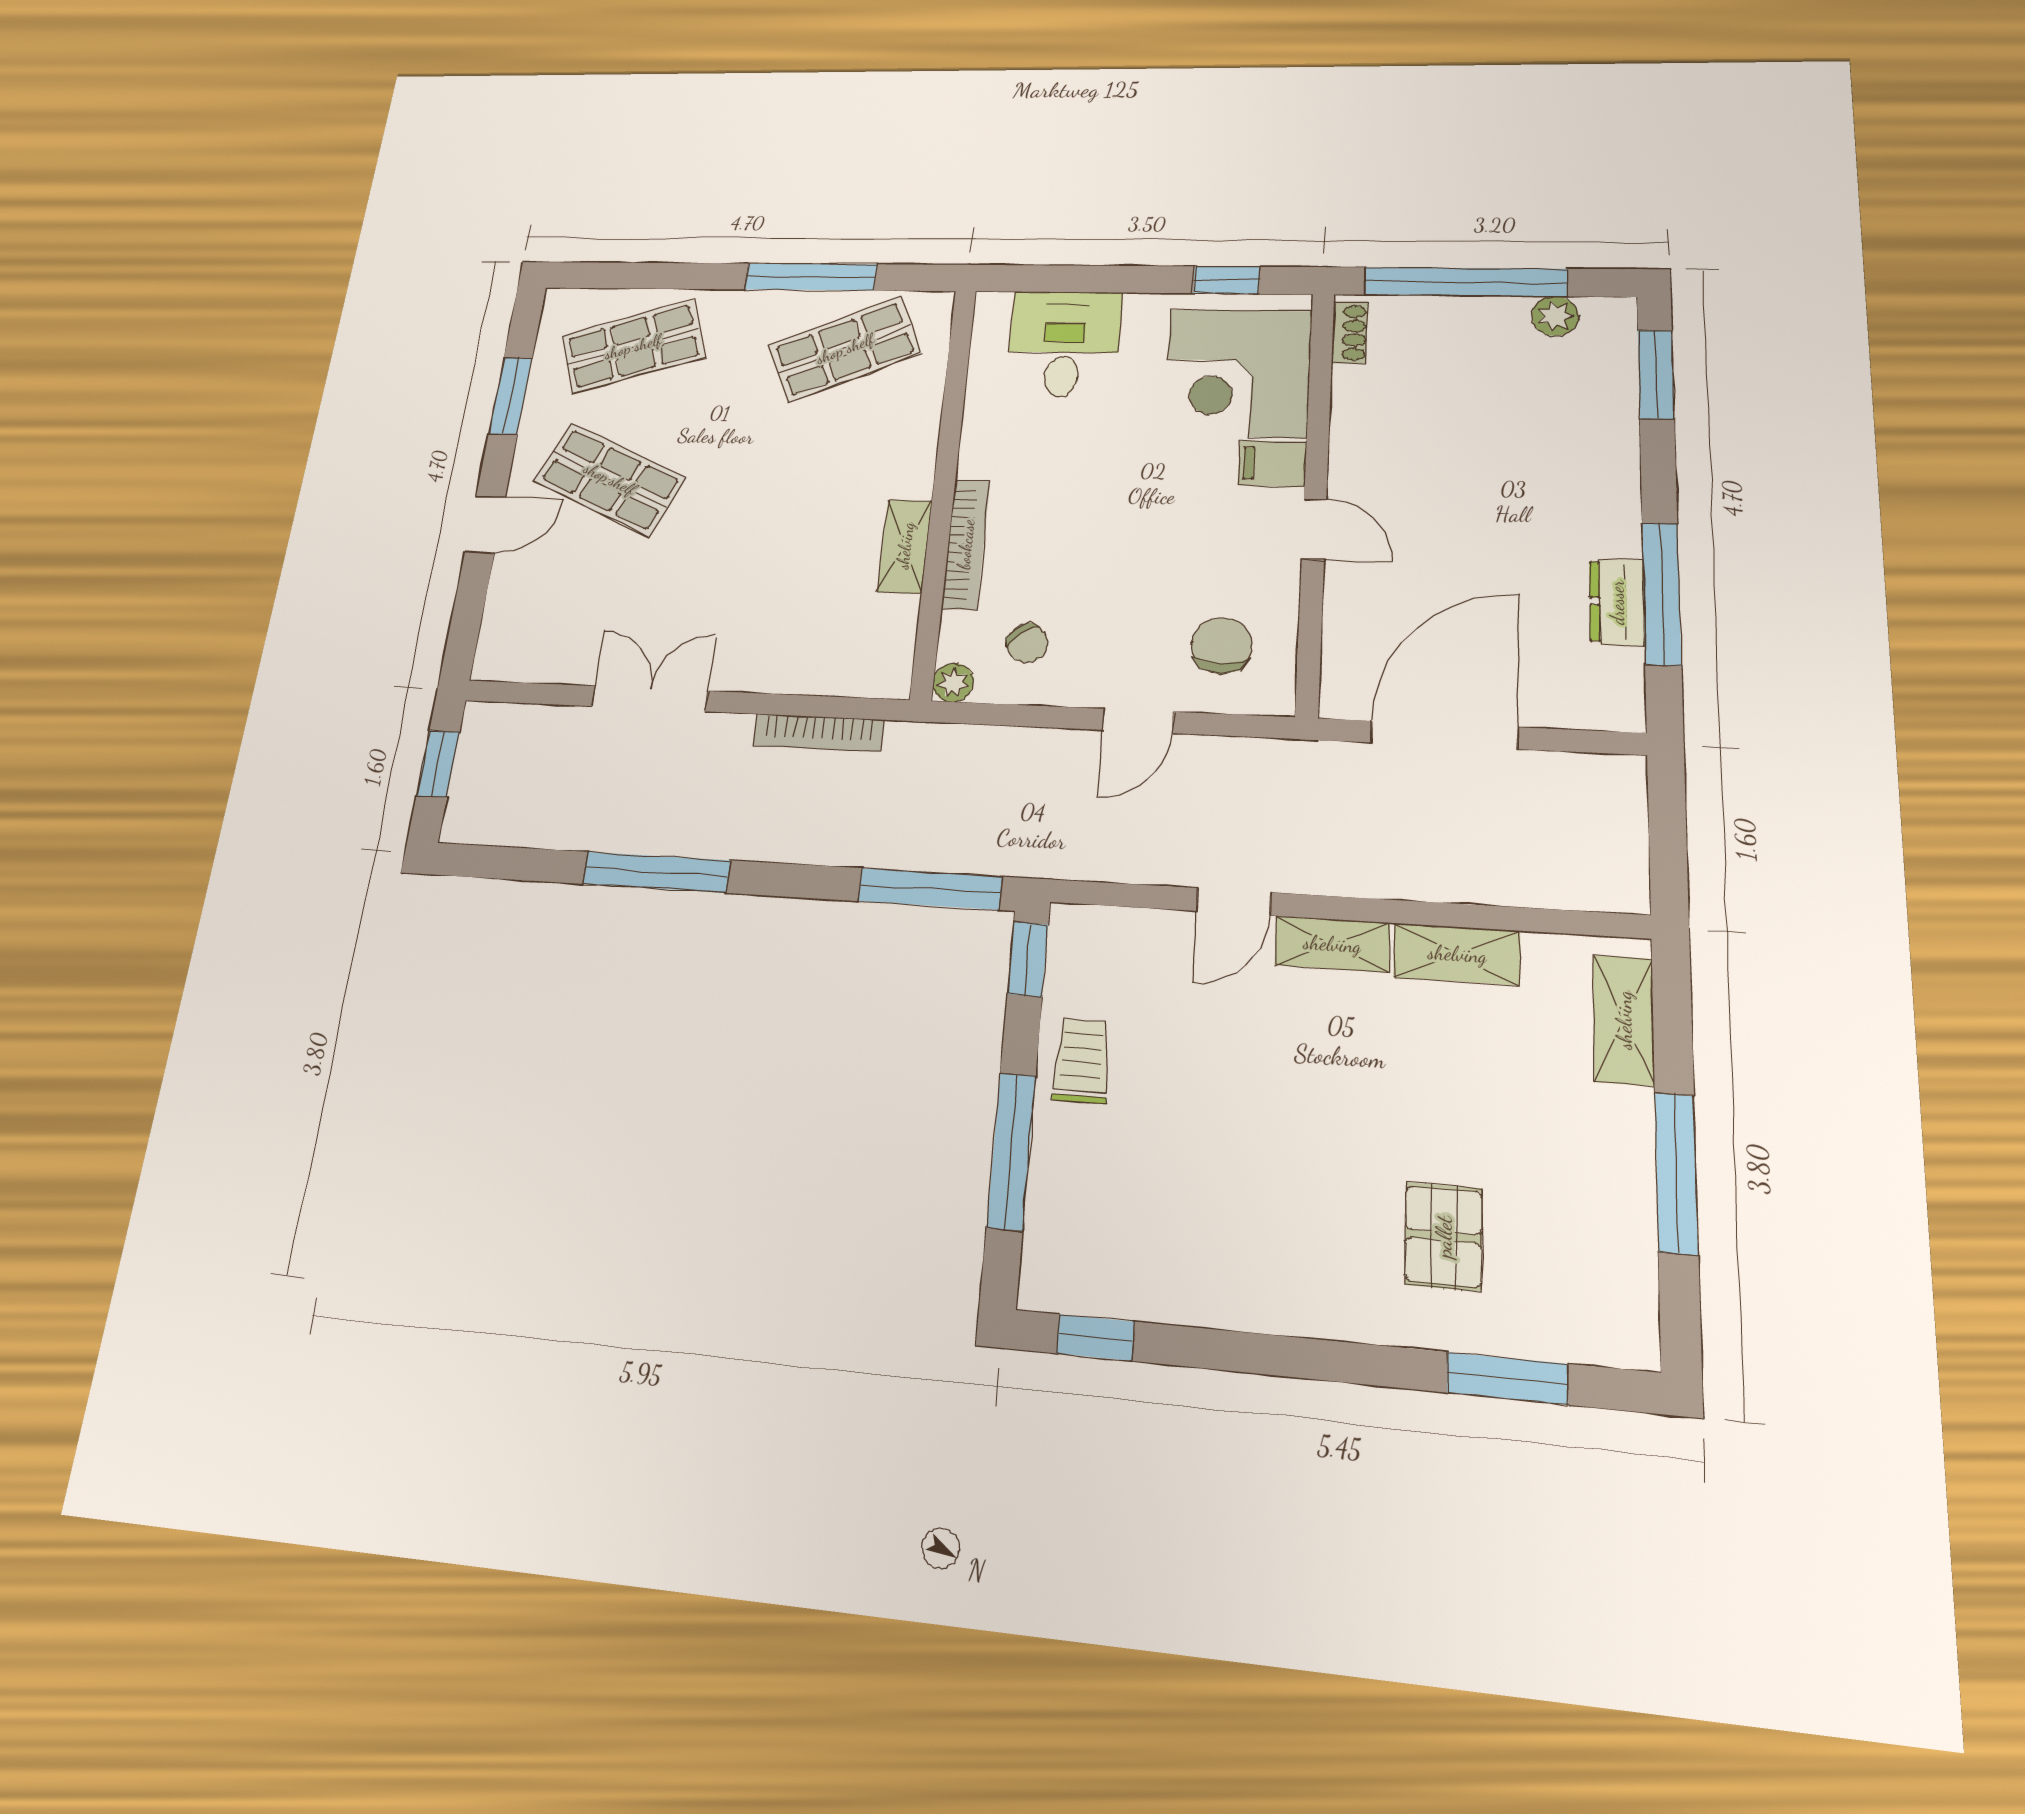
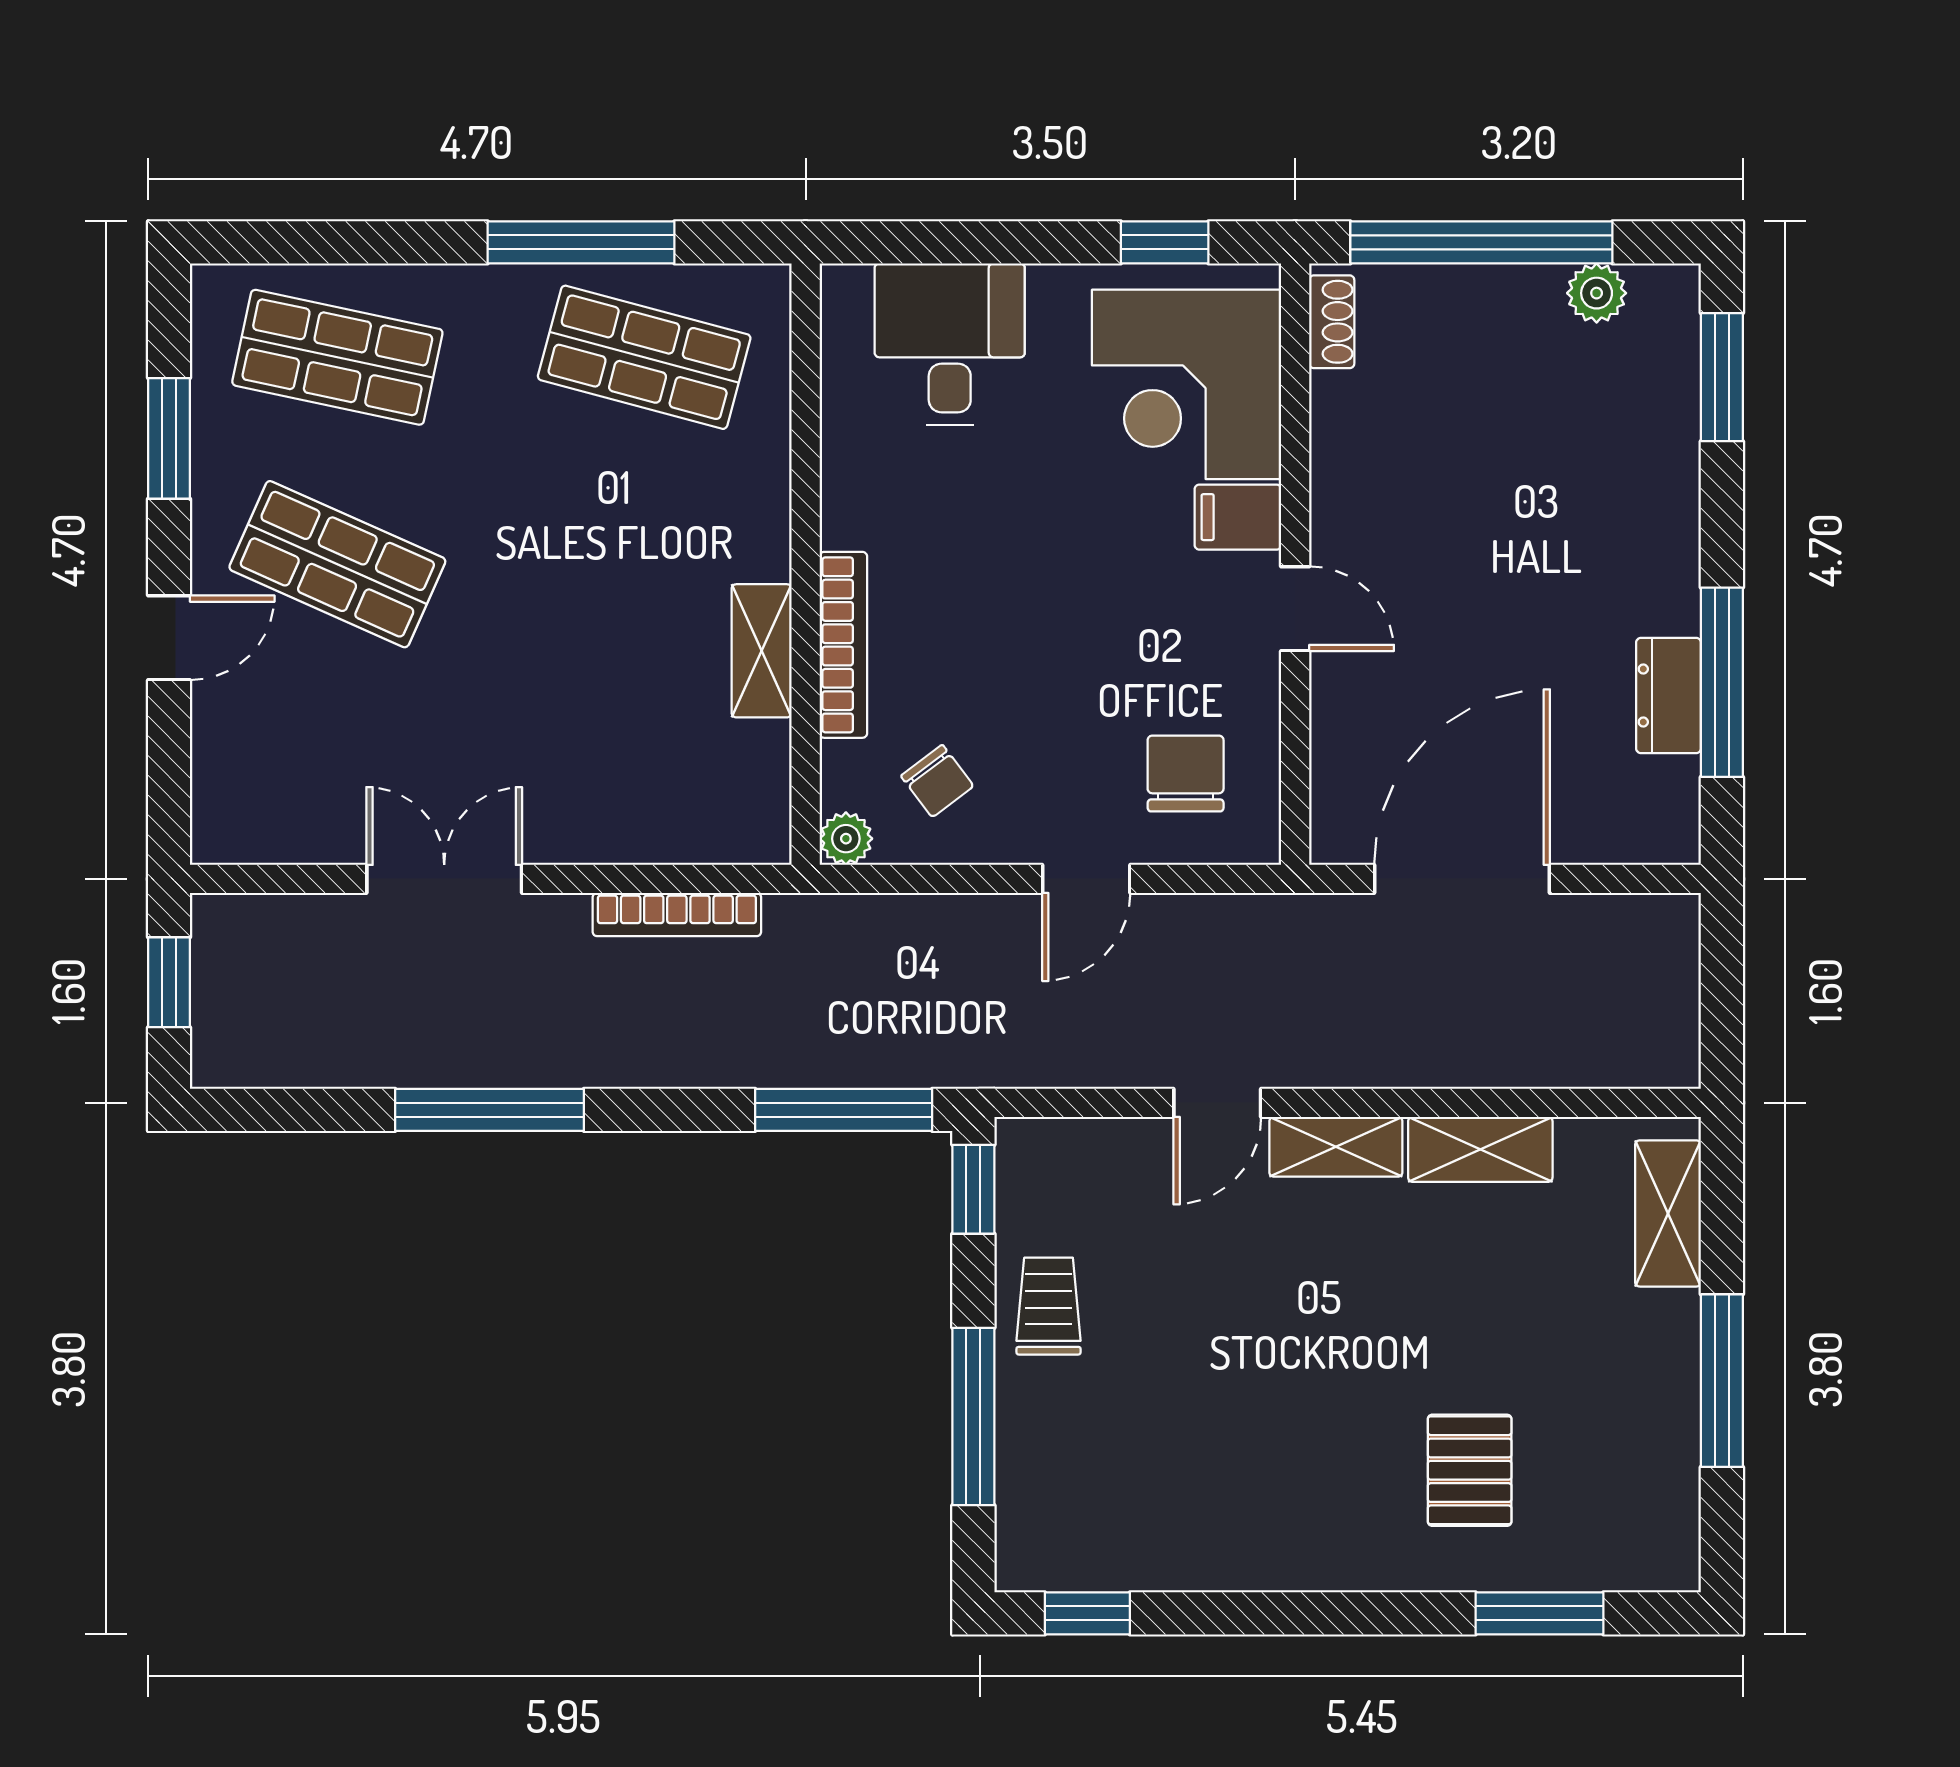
shop shelf: (633, 347) -> (337, 357), turned 30
shop shelf: (845, 349) -> (644, 357), turned 39

